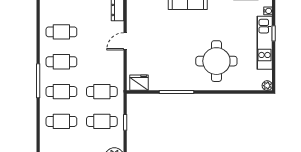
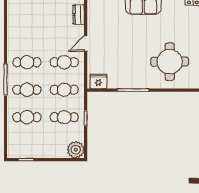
cafe table: (61, 32) -> (64, 62), moved

